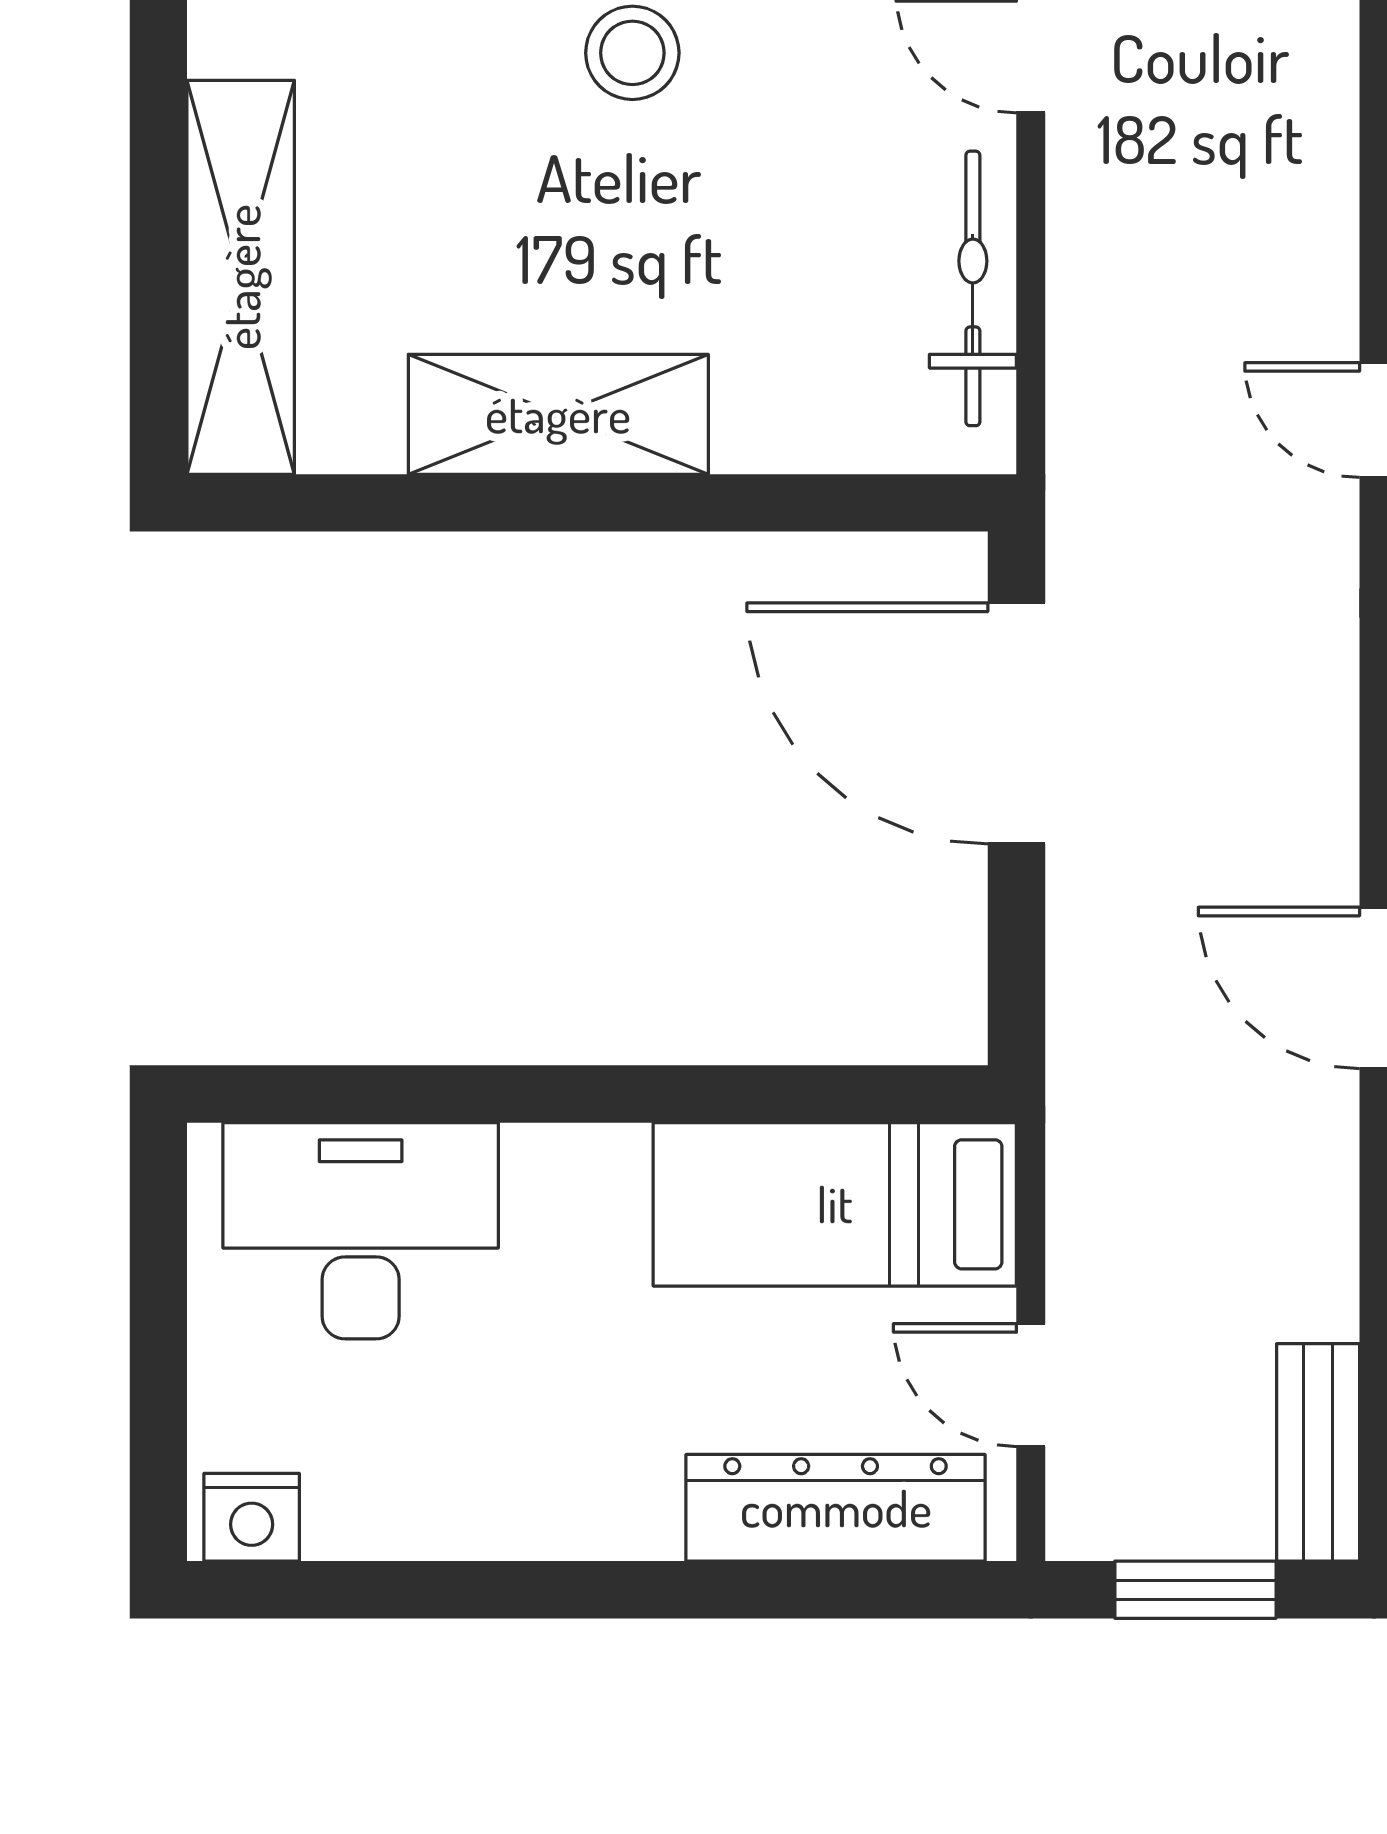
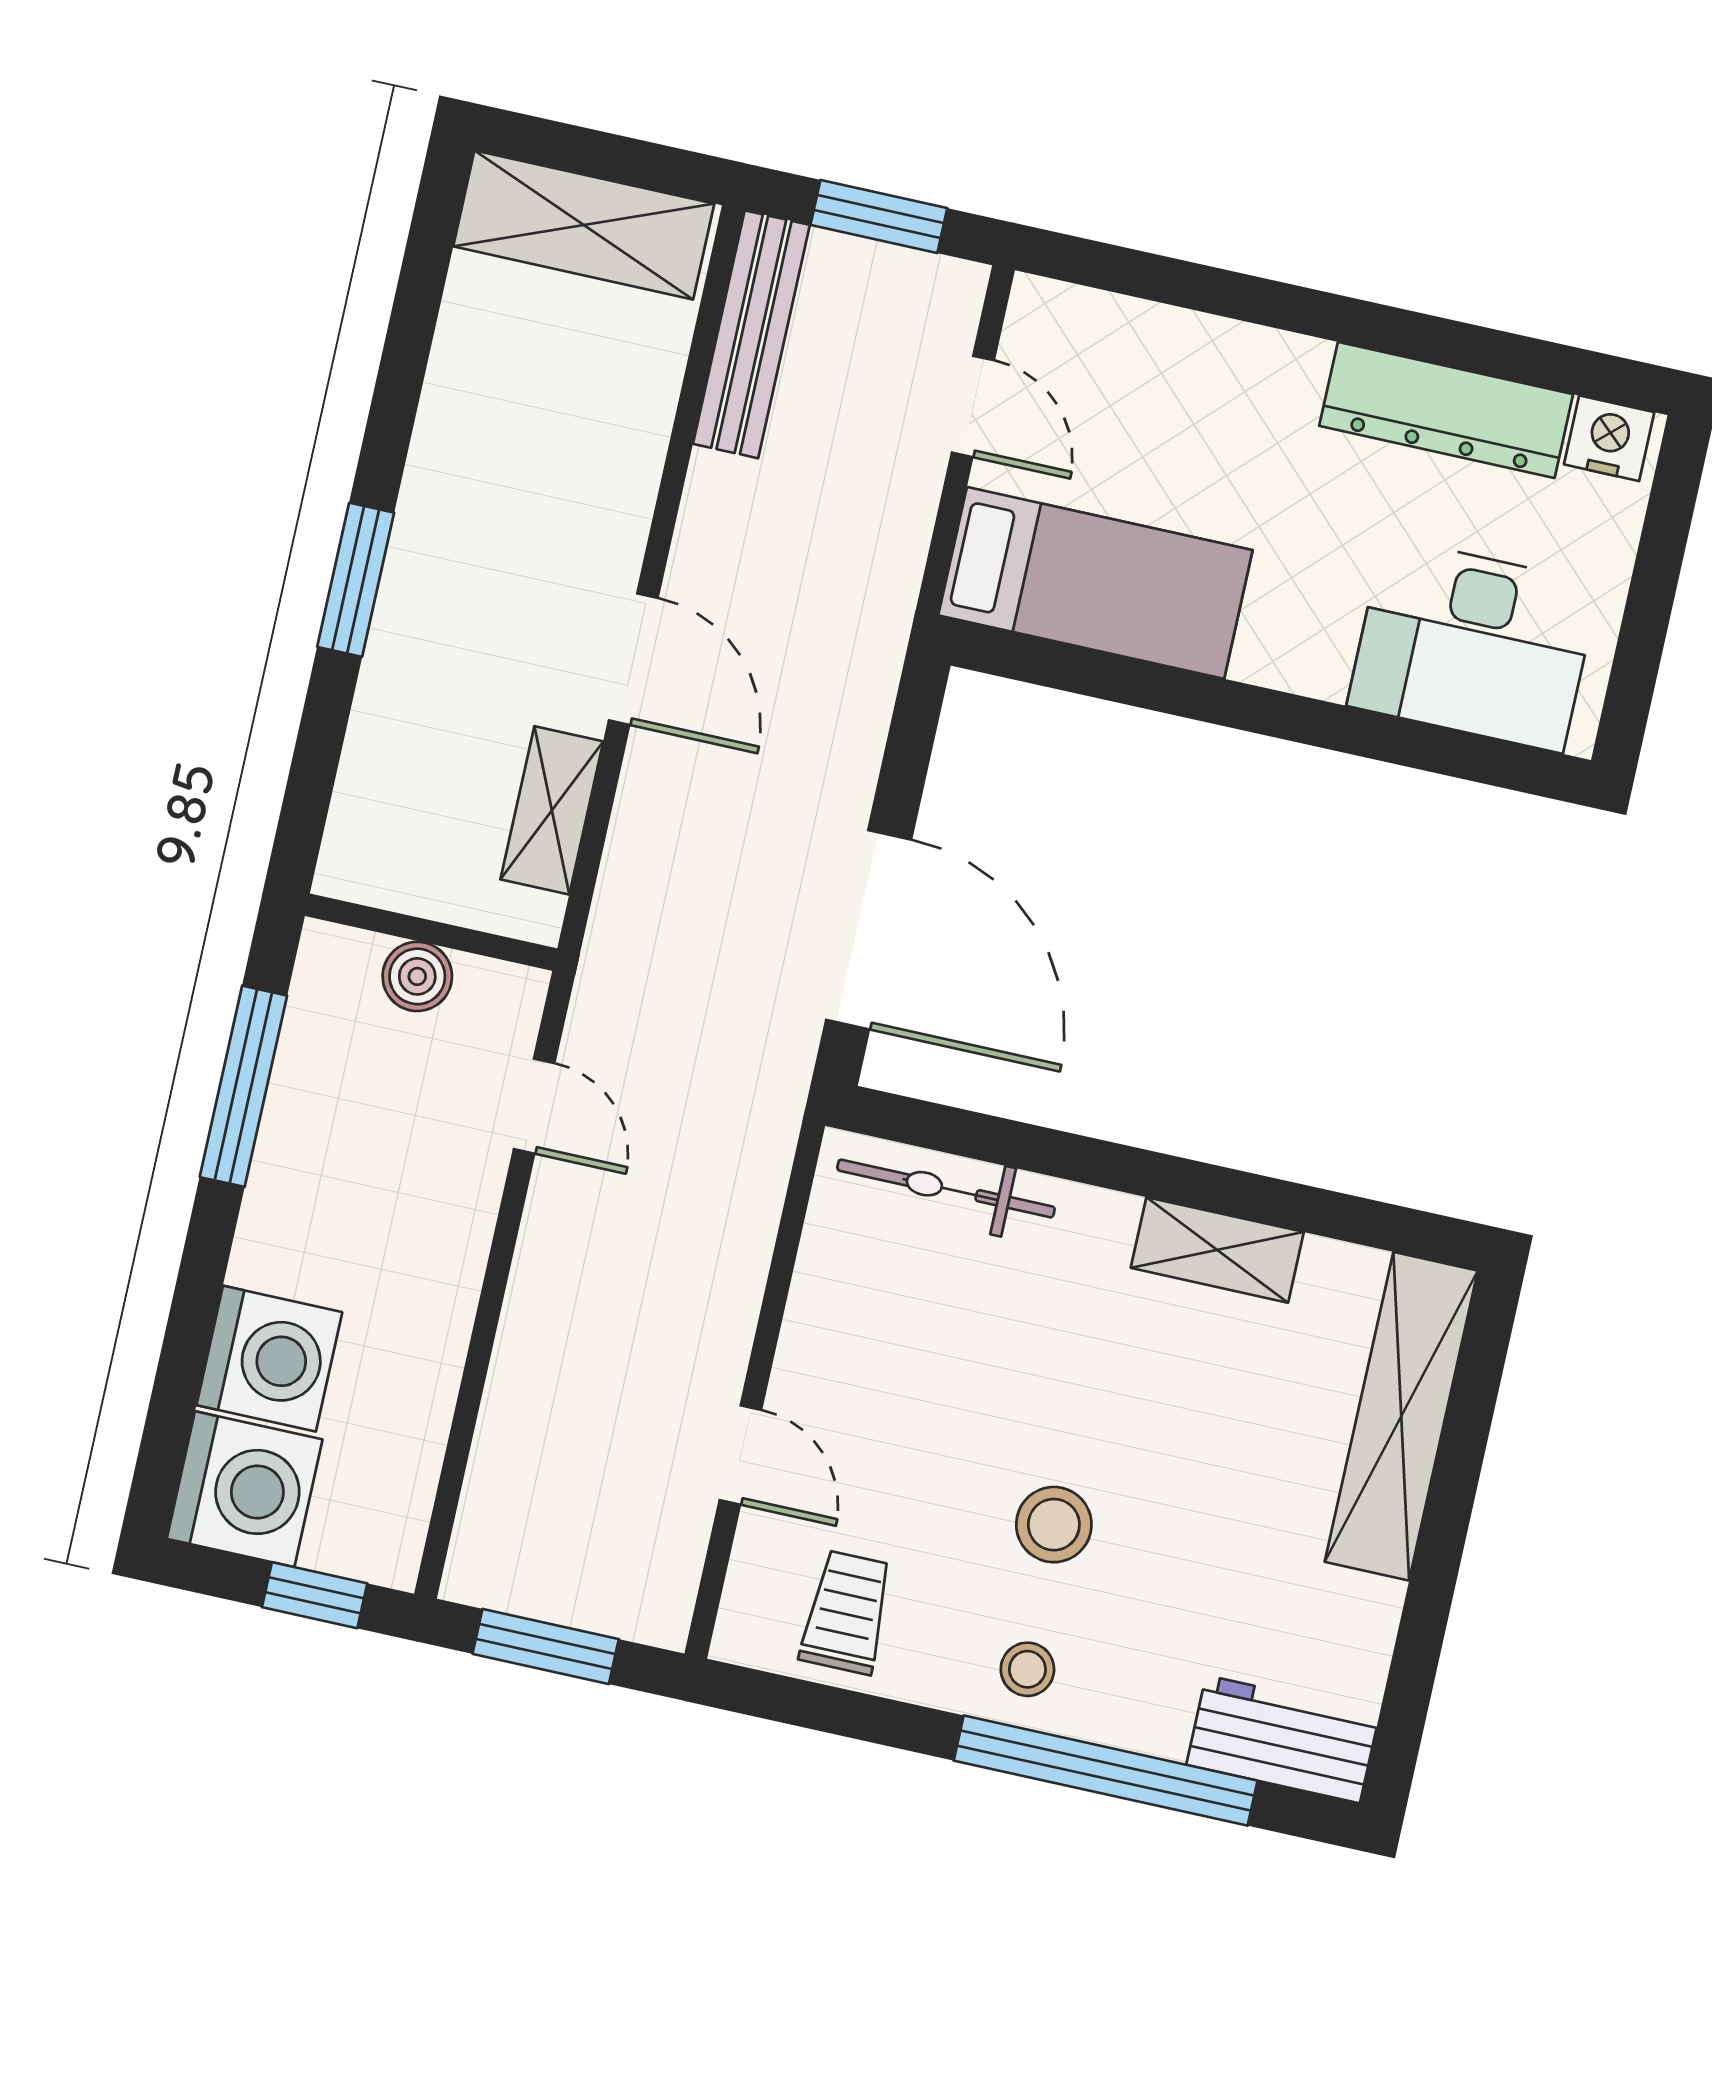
bicycle: (973, 288) -> (946, 1189), moved, turned 90
shelving: (558, 414) -> (1217, 1250), width x0.67, depth x0.75
bench: (1318, 1452) -> (751, 334), width x1.36
dresser: (836, 1508) -> (1446, 410), moved

